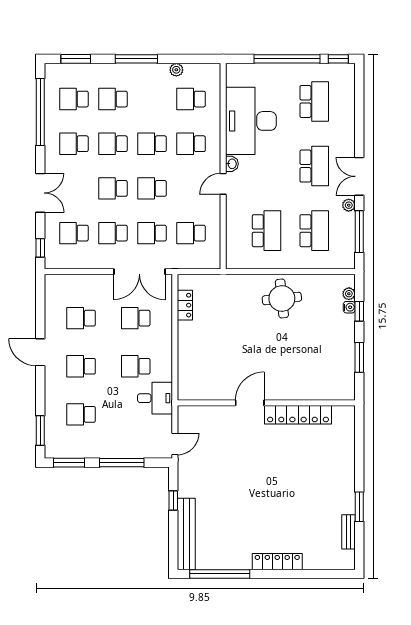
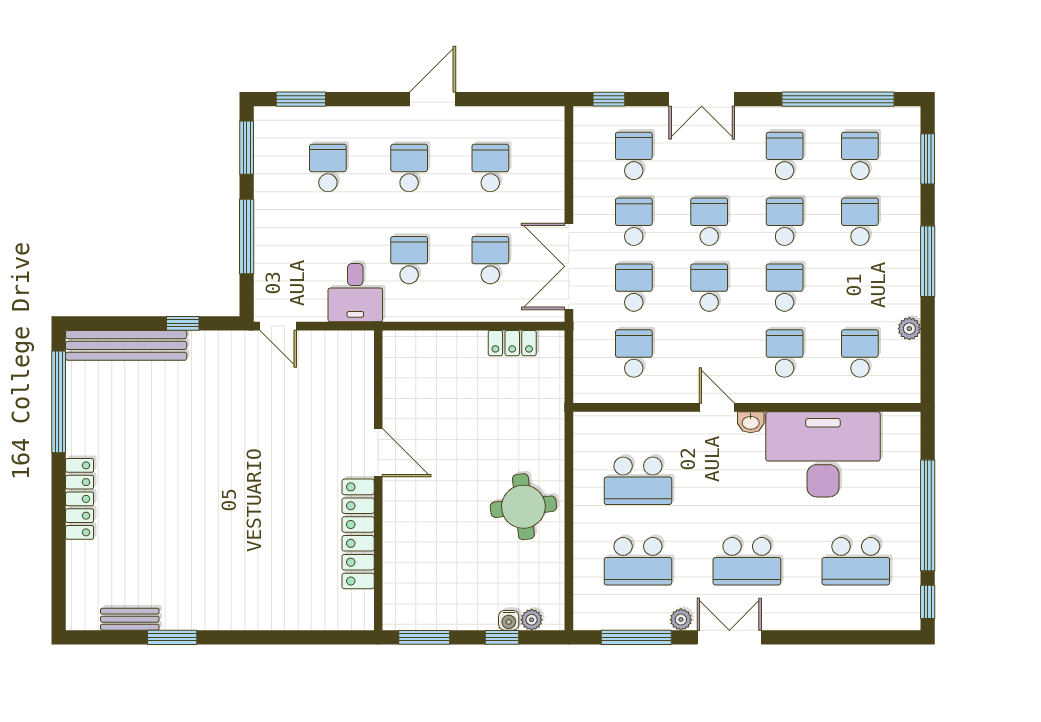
door: (250, 403) -> (378, 453), moved
wall: (266, 403) -> (378, 480), moved
locker: (298, 415) -> (358, 534), moved

